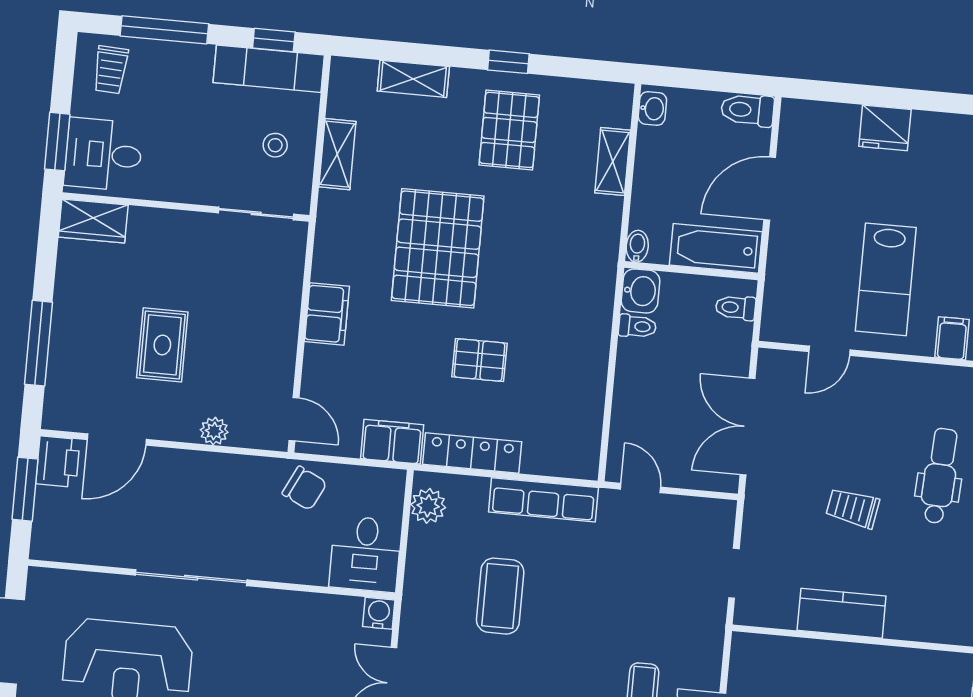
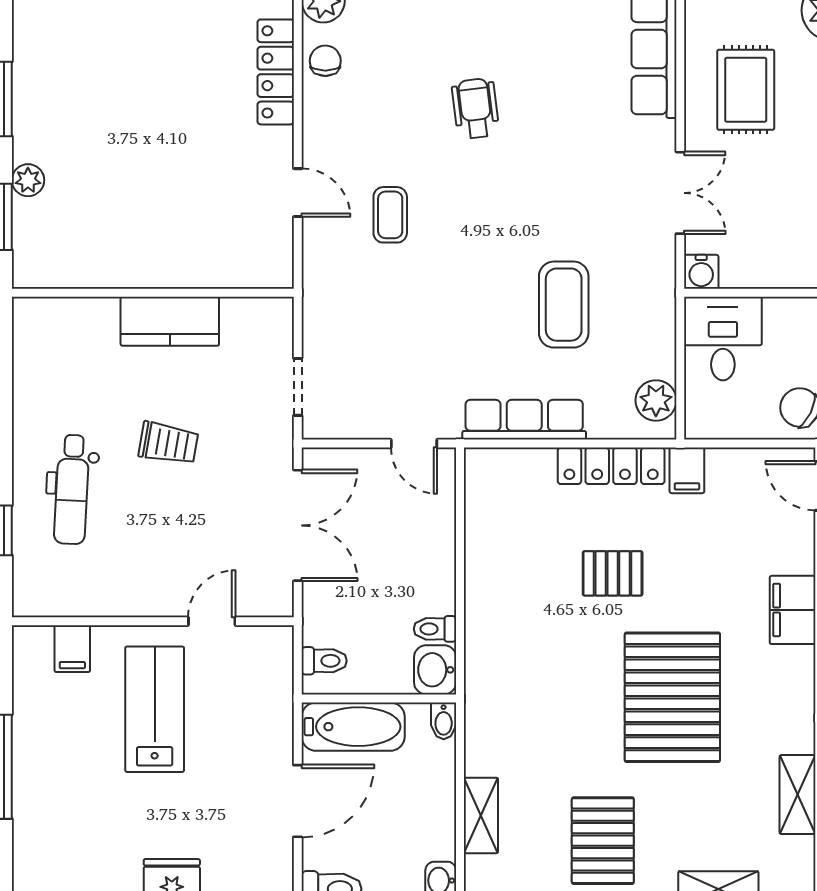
filing cabinet: (392, 442) -> (687, 470), width x0.50
doorway: (734, 573) -> (298, 387), moved

